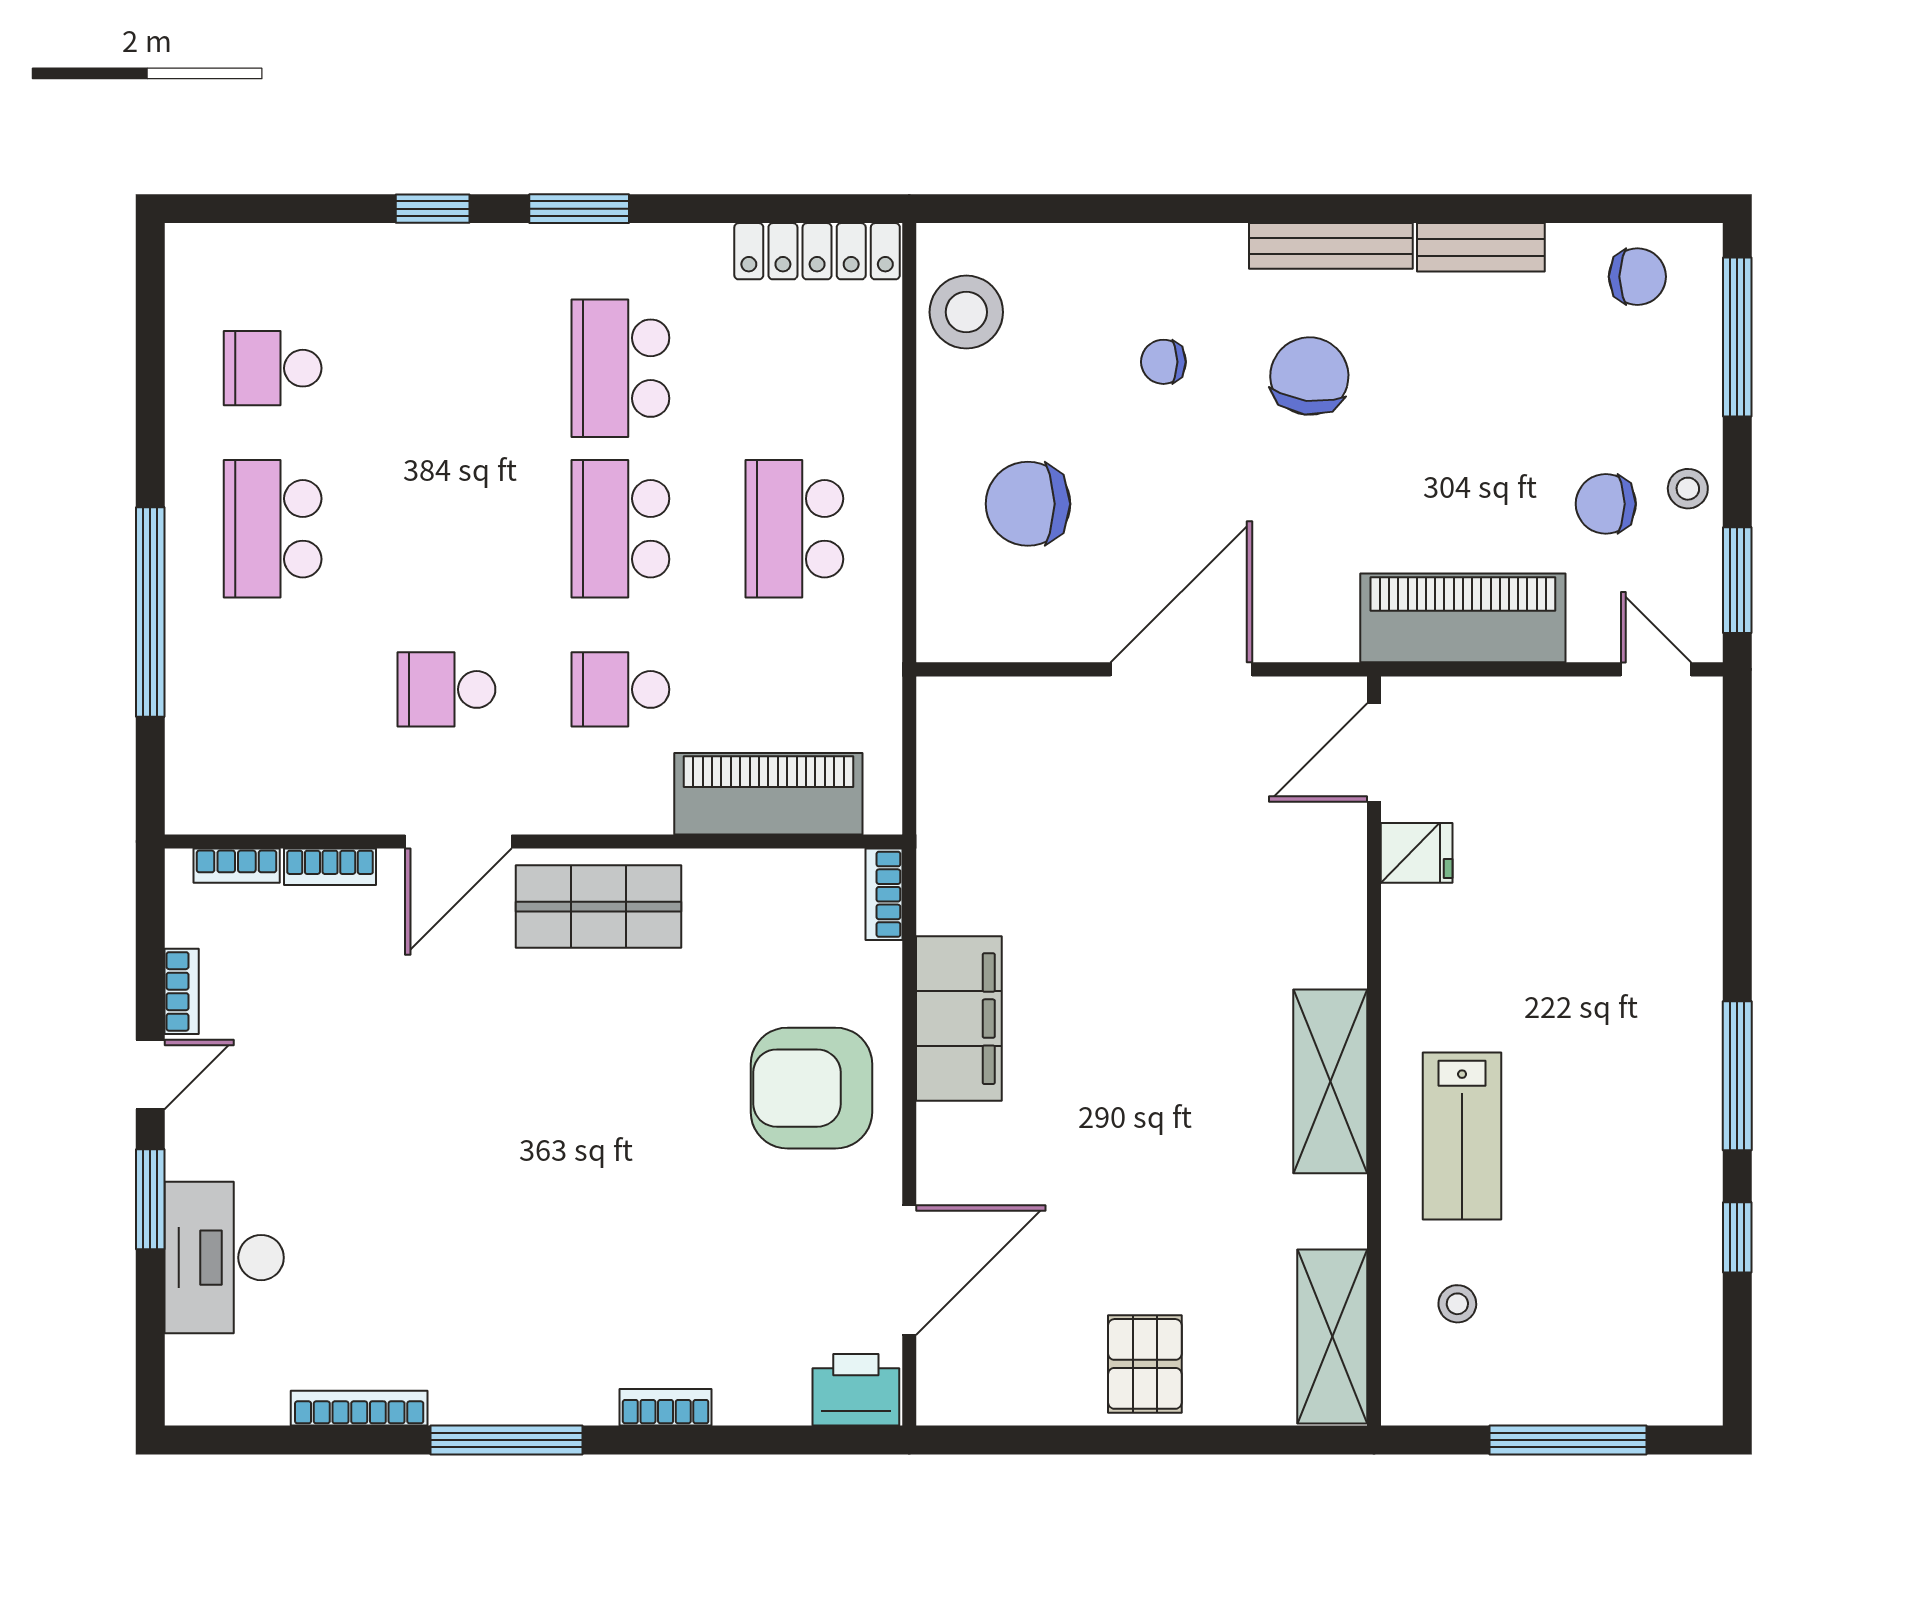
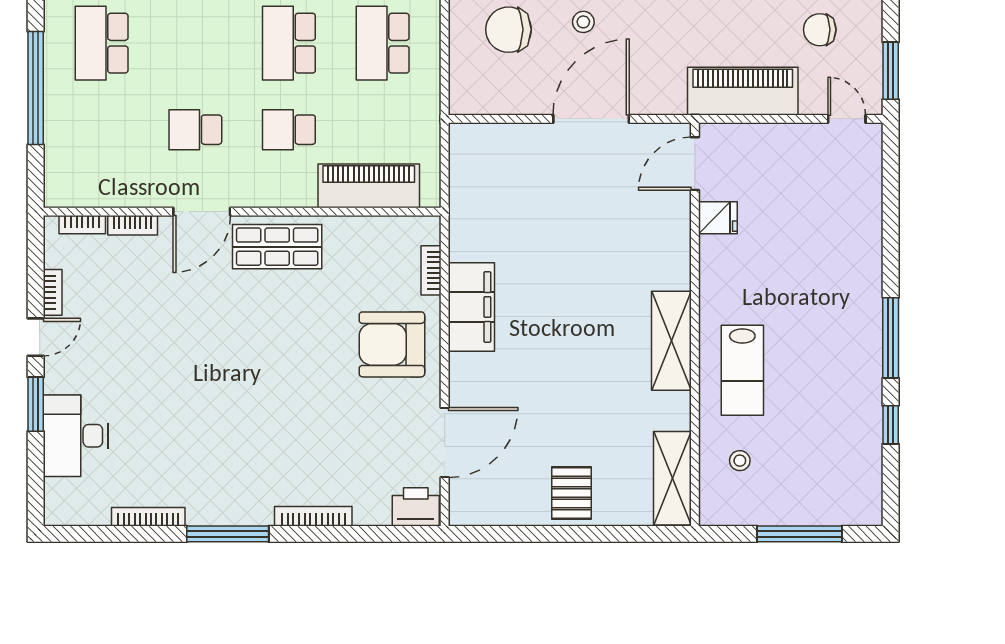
stool: (1688, 489) -> (583, 22), moved
bookcase: (884, 894) -> (431, 270), moved
bookcase: (666, 1407) -> (313, 516), width x1.56

